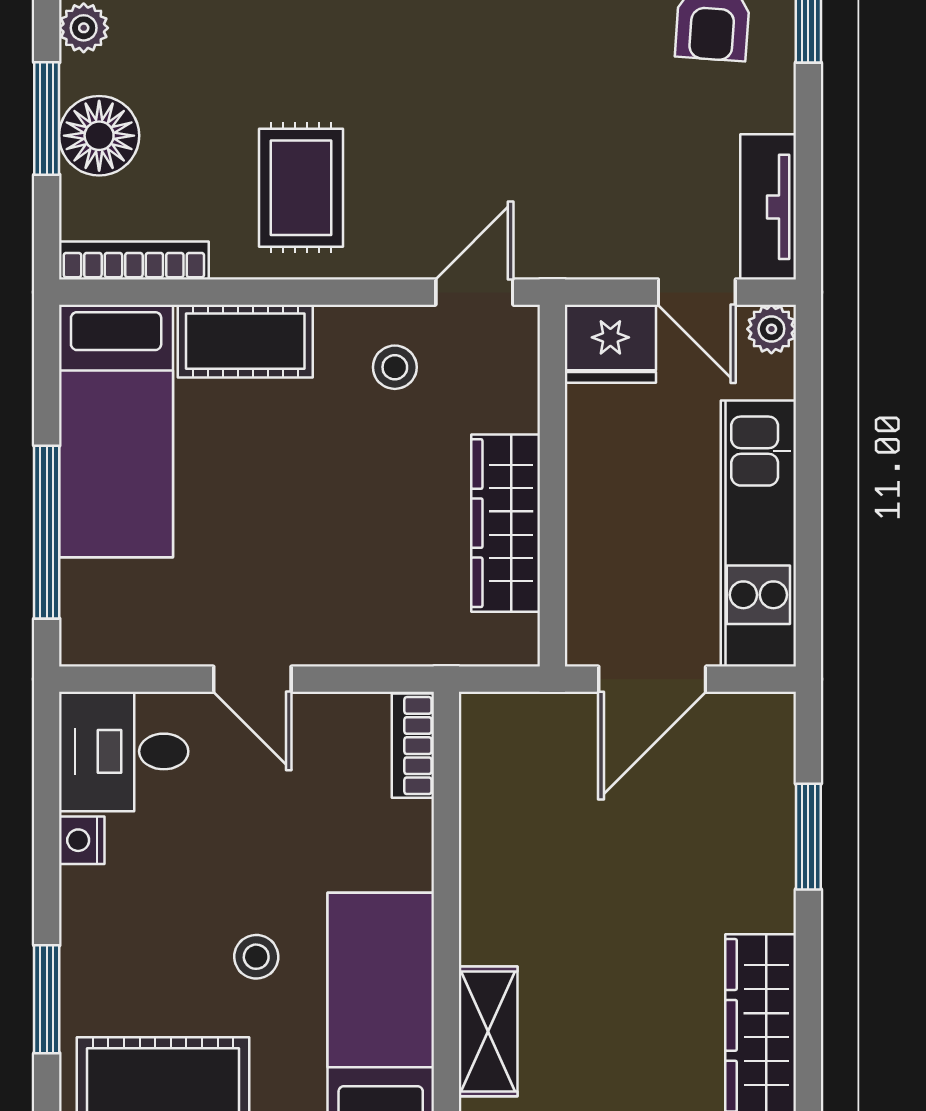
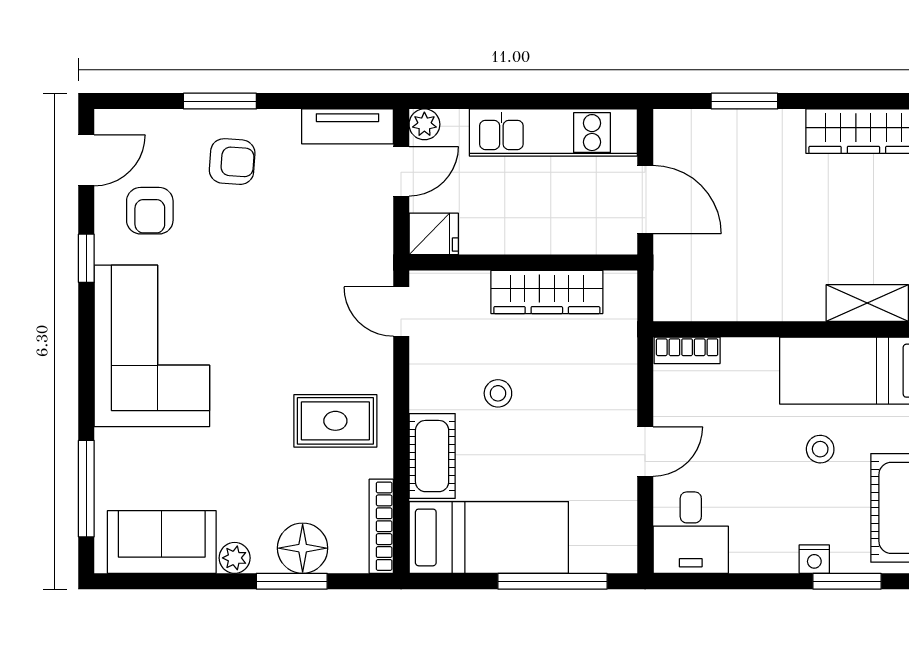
fridge: (610, 344) -> (434, 234), width x0.72
stool: (395, 367) -> (498, 393), moved
nightstand: (82, 840) -> (814, 559), moved

